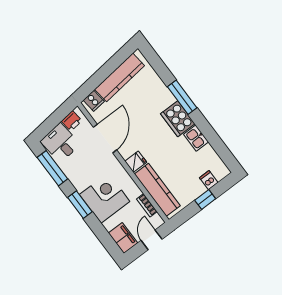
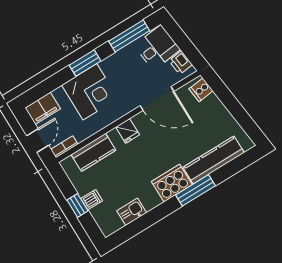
kitchen counter: (120, 77) -> (214, 160), moved, turned 97
kitchen sink: (196, 138) -> (132, 212), moved
dishwasher: (209, 180) -> (92, 200), moved
kitchen counter: (157, 190) -> (93, 152), width x0.67
bookcase: (147, 205) -> (64, 147), moved
door: (152, 240) -> (38, 141), hinge flipped

